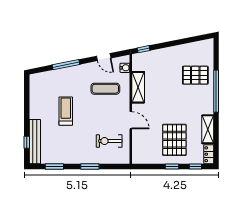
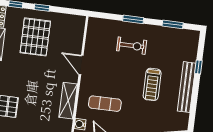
exercise bike: (109, 141) -> (132, 46), moved
window: (27, 142) -> (198, 67), moved
bench: (35, 142) -> (187, 87), moved

